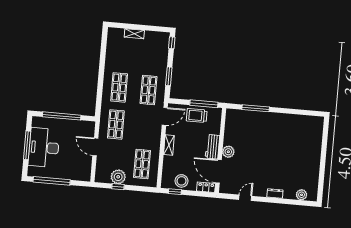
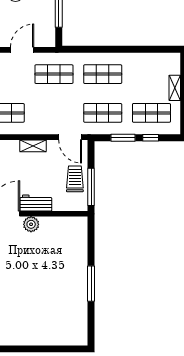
window: (172, 43) -> (151, 138), moved
shop shelf: (152, 53) -> (151, 113), added
window: (256, 108) -> (91, 284), moved

